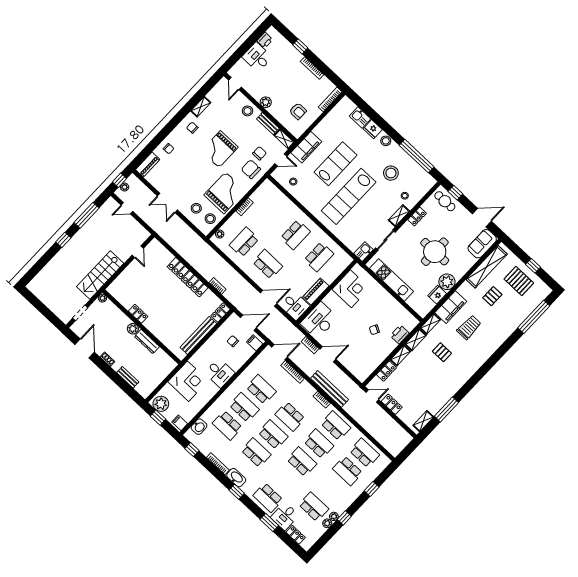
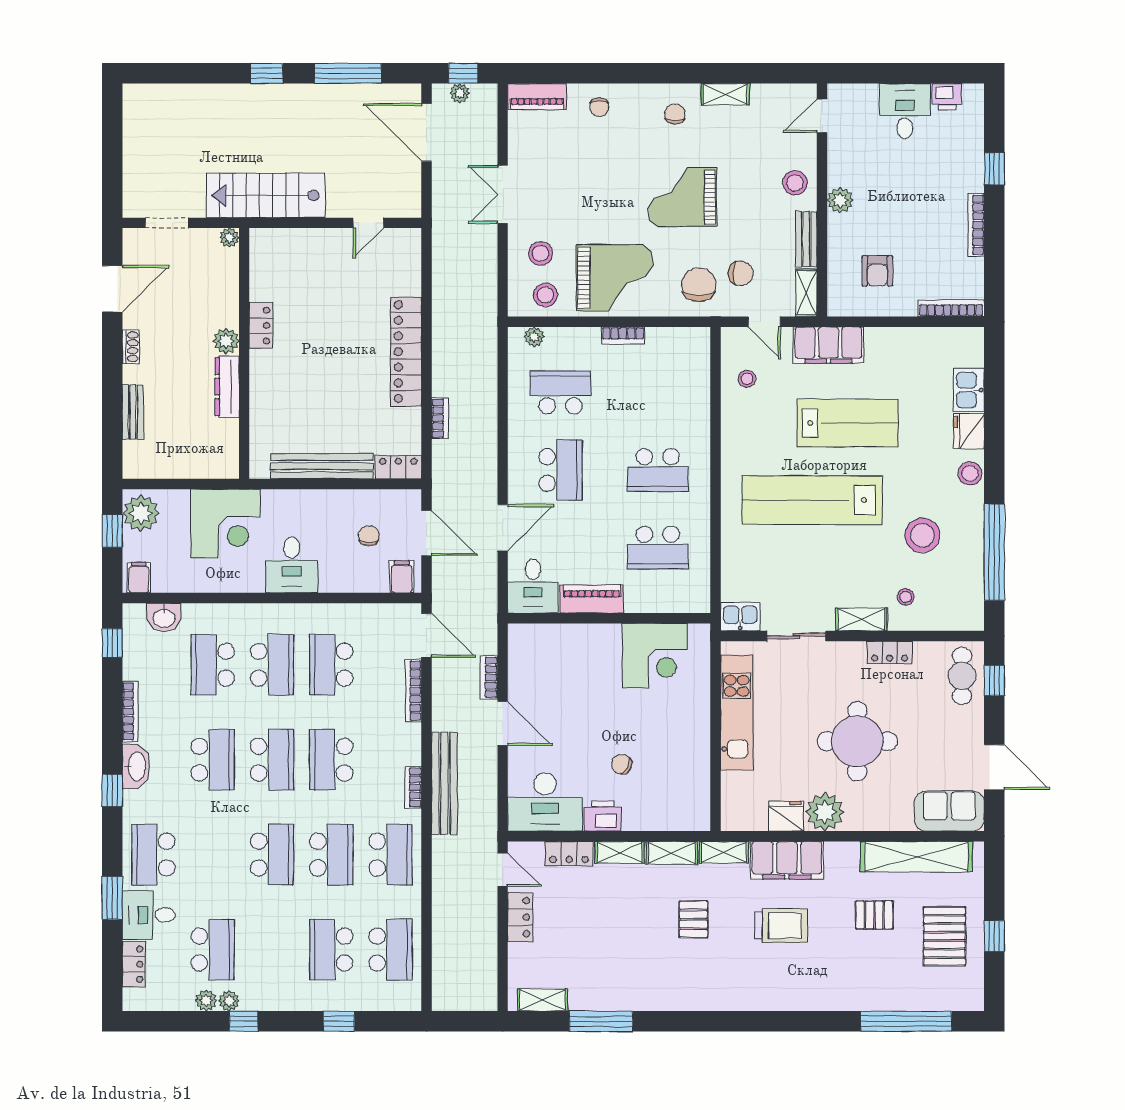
door: (127, 208) -> (427, 132), width x1.87
door: (269, 298) -> (503, 528), hinge flipped
desk: (319, 320) -> (545, 802), moved, turned 180
printer: (400, 334) -> (603, 816), moved
school desk: (261, 389) -> (331, 665), turned 180

